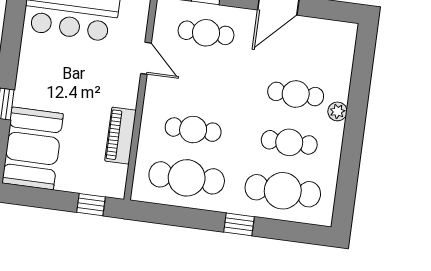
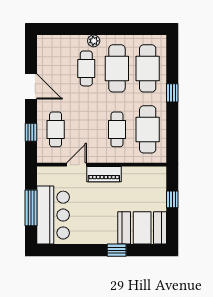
piano: (121, 136) -> (104, 174), moved
cafe table: (289, 142) -> (117, 68), width x1.37, depth x1.35
window: (91, 205) -> (172, 199), moved

